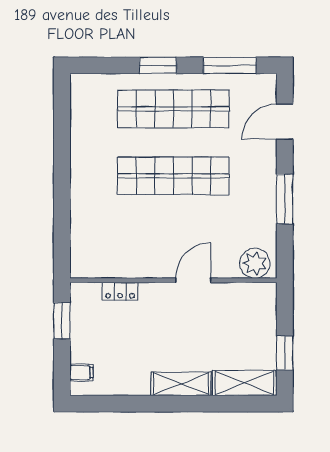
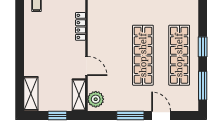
door: (285, 122) -> (161, 115), moved
locker: (120, 291) -> (80, 26), width x1.53
window: (285, 353) -> (57, 115), moved
shelving: (181, 384) -> (79, 95), moved

